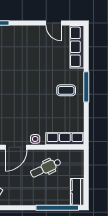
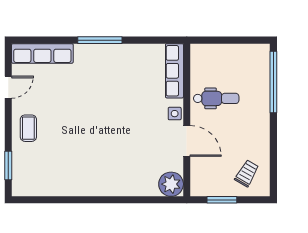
coffee table: (66, 90) -> (28, 128), moved
dental chair: (46, 168) -> (216, 98), turned -65
kitchen counter: (77, 192) -> (251, 53), removed

